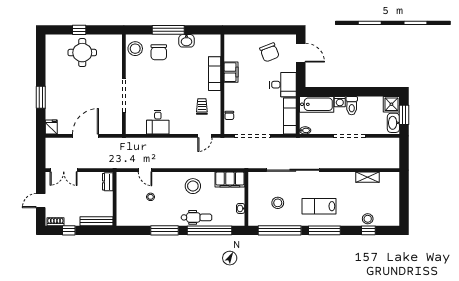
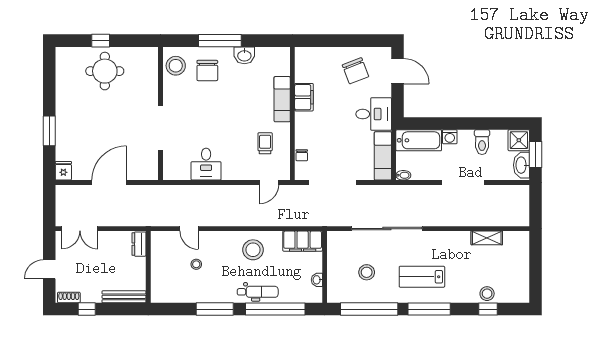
toilet: (352, 106) -> (482, 142), moved

